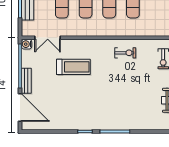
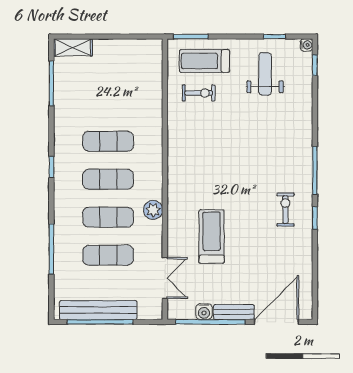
plant: (90, 30) -> (153, 210), added
water cooler: (27, 44) -> (204, 312), moved
exercise bike: (125, 53) -> (285, 209), moved

